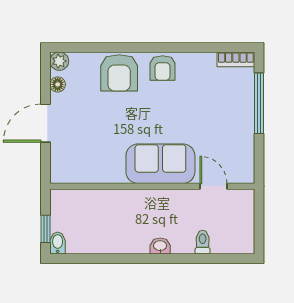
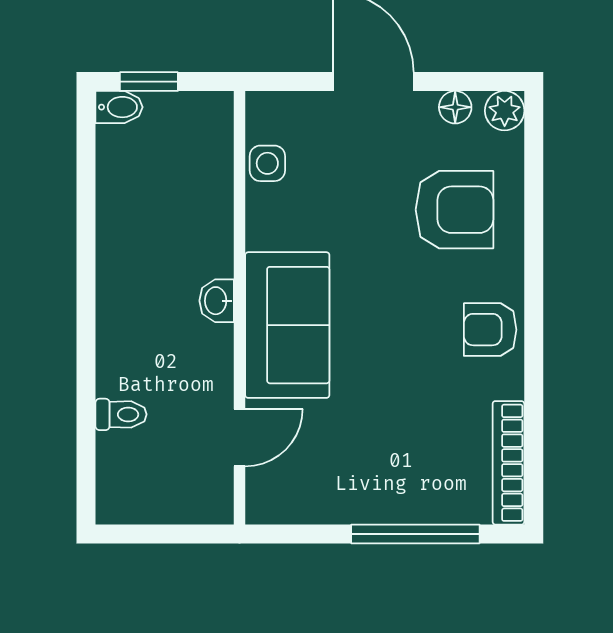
bookcase: (236, 59) -> (508, 463), width x1.56
armchair: (119, 73) -> (455, 210), moved, turned 180
side table: (84, 173) -> (267, 163), added
washbasin: (160, 246) -> (217, 301), moved, turned 180

